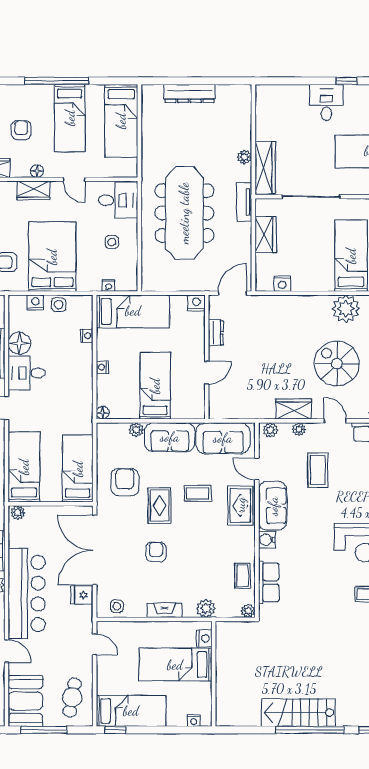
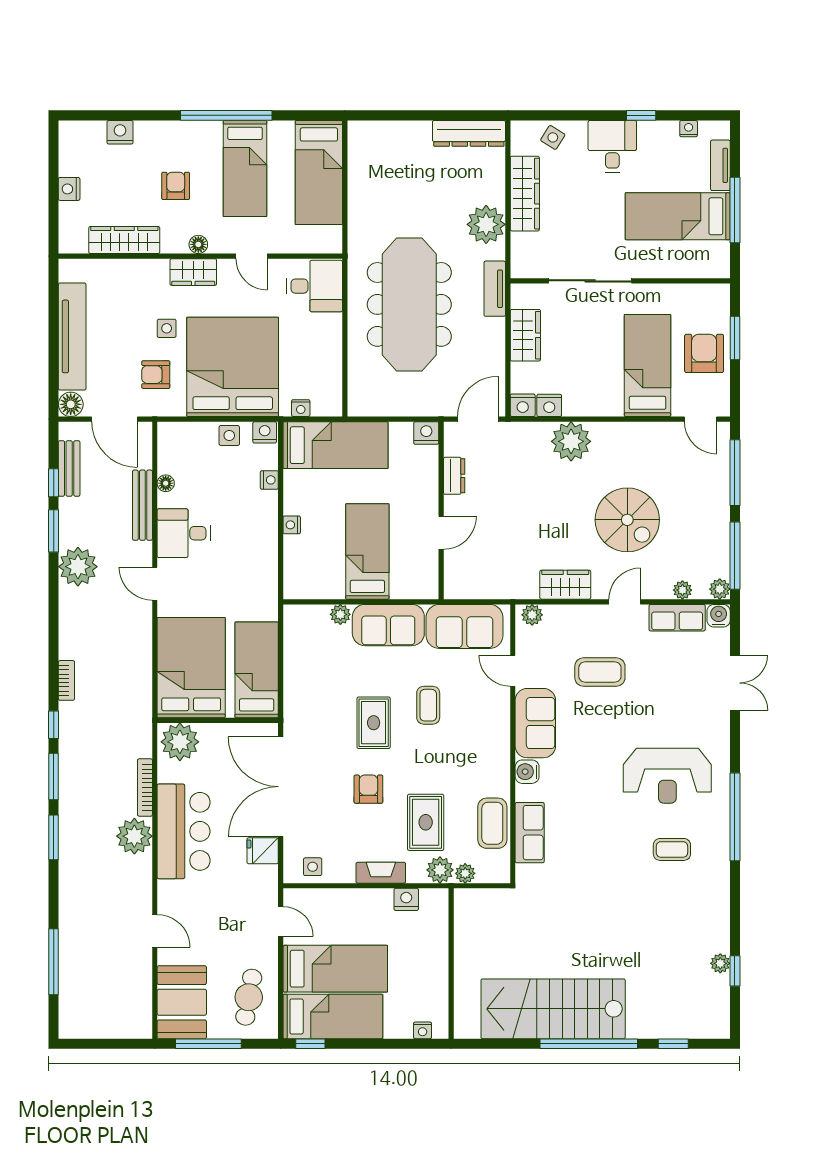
dresser: (189, 93) -> (469, 133), moved
side table: (285, 96) -> (553, 137), added
plant: (244, 157) -> (486, 224), width x1.88, depth x1.88
wardrobe: (265, 167) -> (525, 194), moved
side table: (112, 242) -> (167, 328), moved
bed: (52, 257) -> (233, 367), width x1.36
nightstand: (264, 284) -> (523, 405), added
nightstand: (35, 302) -> (265, 432), moved
plant: (346, 309) -> (571, 441), moved
floor lamp: (19, 343) -> (166, 483), width x0.53, depth x0.53
spiral stairs: (337, 364) -> (627, 520), turned 180
floor lamp: (103, 413) -> (292, 590), removed
door: (335, 421) -> (625, 602), hinge flipped
plant: (299, 429) -> (573, 614), removed
bed: (24, 467) -> (191, 668), width x1.50
coffee table: (318, 470) -> (600, 672), turned 90
armchair: (125, 482) -> (324, 689), removed
coffee table: (198, 493) -> (428, 705), turned 90
rug: (240, 505) -> (426, 822), moved
plant: (18, 513) -> (180, 742), width x1.88, depth x1.88
coffee table: (243, 576) -> (492, 823), width x1.36, depth x1.30
bar counter: (27, 594) -> (184, 831), width x0.73
plant: (248, 611) -> (465, 873), moved
nightstand: (204, 638) -> (406, 899), moved, turned -90
bed: (175, 665) -> (335, 969), moved, turned 180
stairs: (298, 713) -> (553, 1009), width x1.36, depth x1.51

